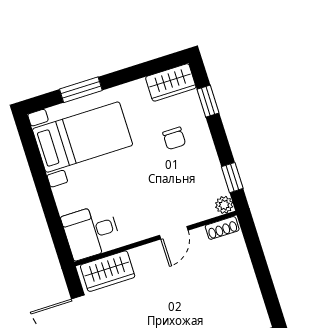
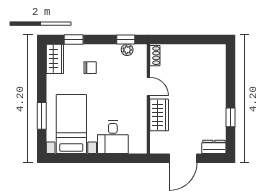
plant: (224, 205) -> (127, 50), moved
desk: (91, 232) -> (113, 137), moved
wardrobe: (108, 271) -> (159, 115), moved

